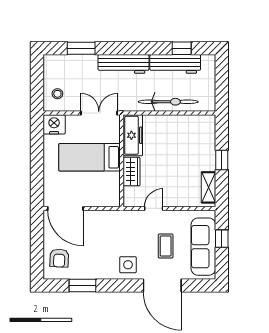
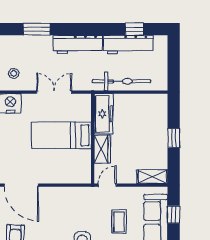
freezer: (133, 135) -> (104, 114), moved
bed: (89, 157) -> (61, 135), moved
wall: (122, 161) -> (93, 139), moved
wardrobe: (132, 172) -> (102, 149), moved
shelving: (209, 187) -> (152, 177), moved, turned 90

